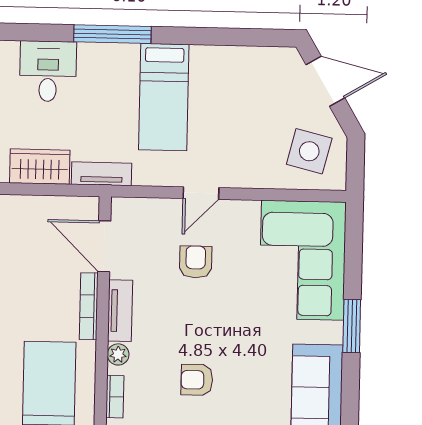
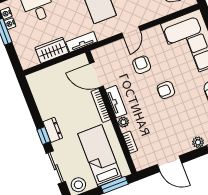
armchair: (197, 380) -> (166, 90), moved

